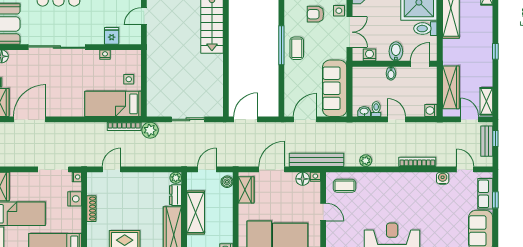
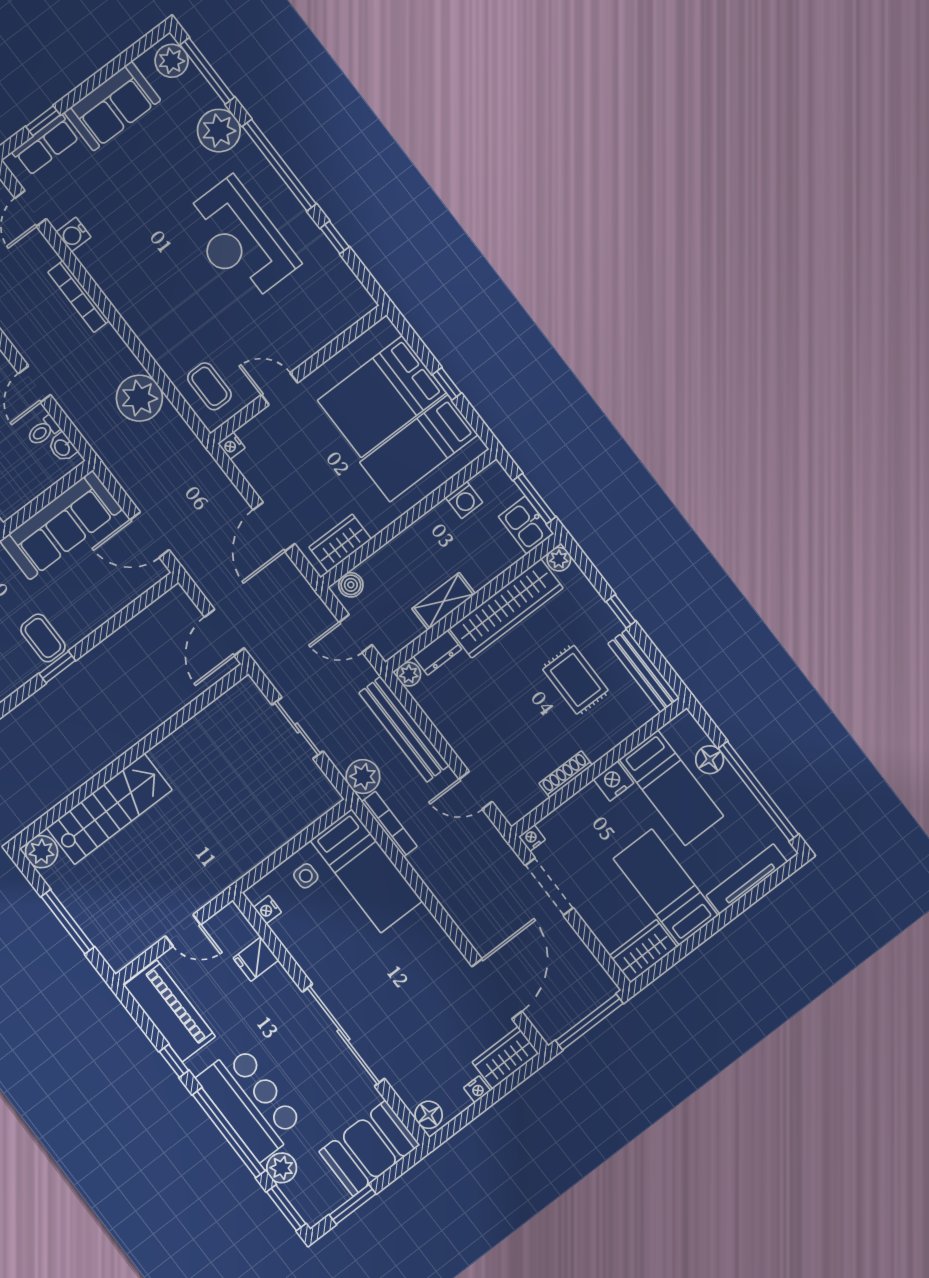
window: (281, 45) -> (57, 667), width x0.46
coffee table: (297, 48) -> (43, 638), turned 90
nightstand: (105, 55) -> (267, 910), moved
door: (30, 119) -> (497, 989), swing flipped
door: (246, 119) -> (224, 632), hinge flipped
bench: (316, 160) -> (404, 729), moved
plant: (366, 161) -> (139, 398), width x1.88, depth x1.88
door: (272, 169) -> (274, 527), hinge flipped
floor lamp: (303, 179) -> (251, 464), removed
nightstand: (75, 199) -> (614, 781), moved
door: (323, 212) -> (279, 389), hinge flipped
shelving: (196, 213) -> (444, 601), width x0.67, depth x0.75

